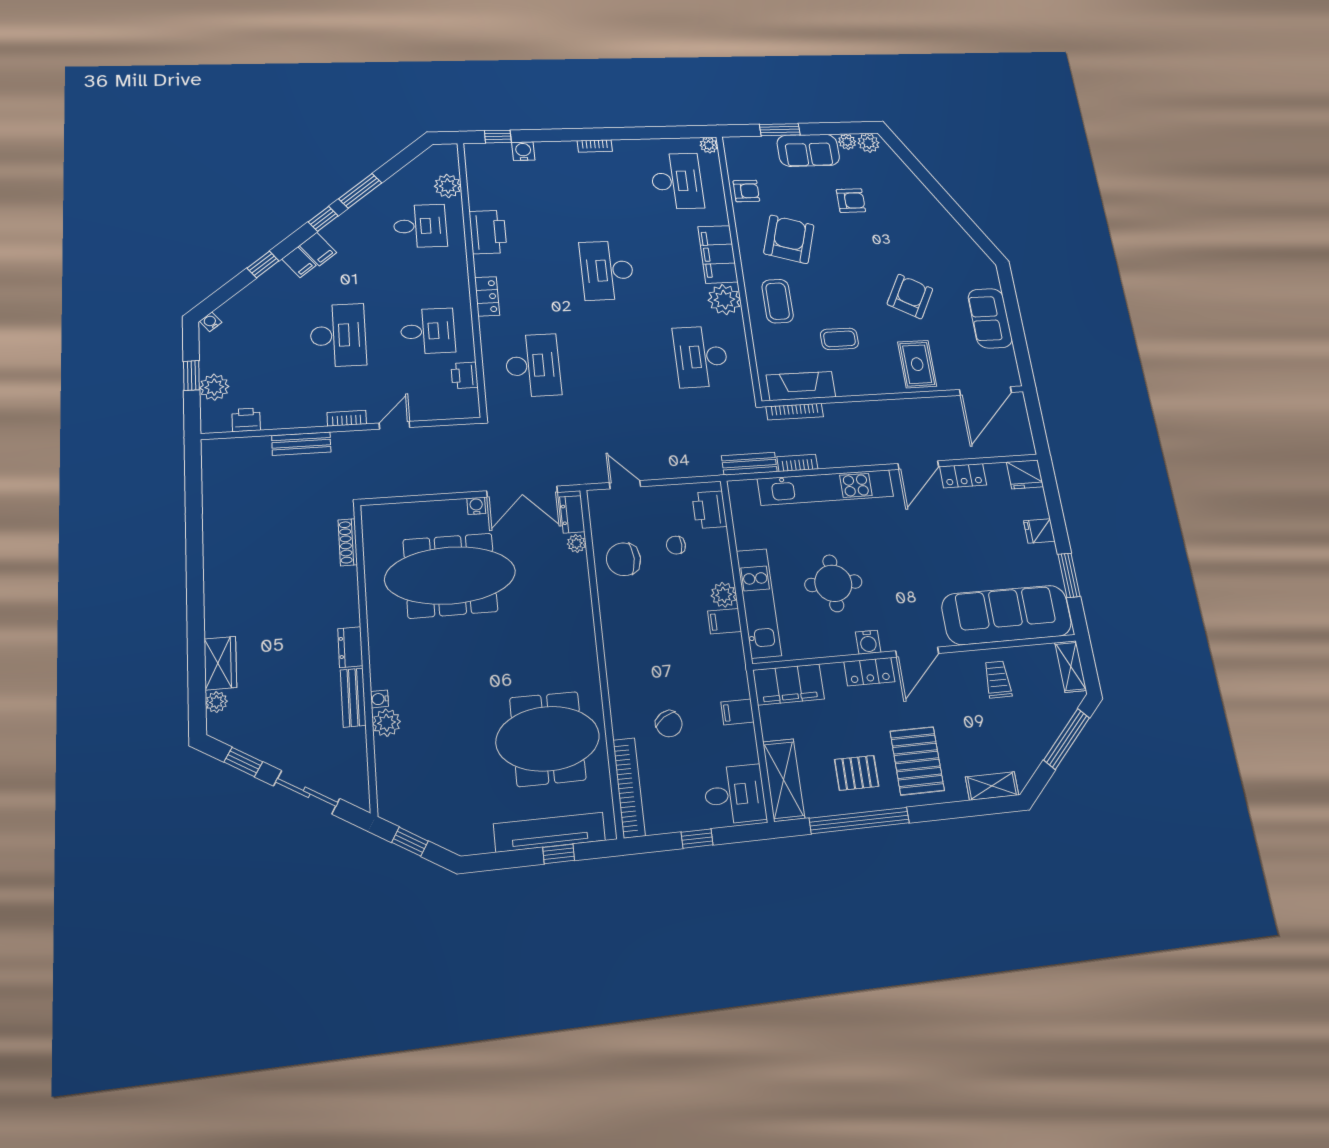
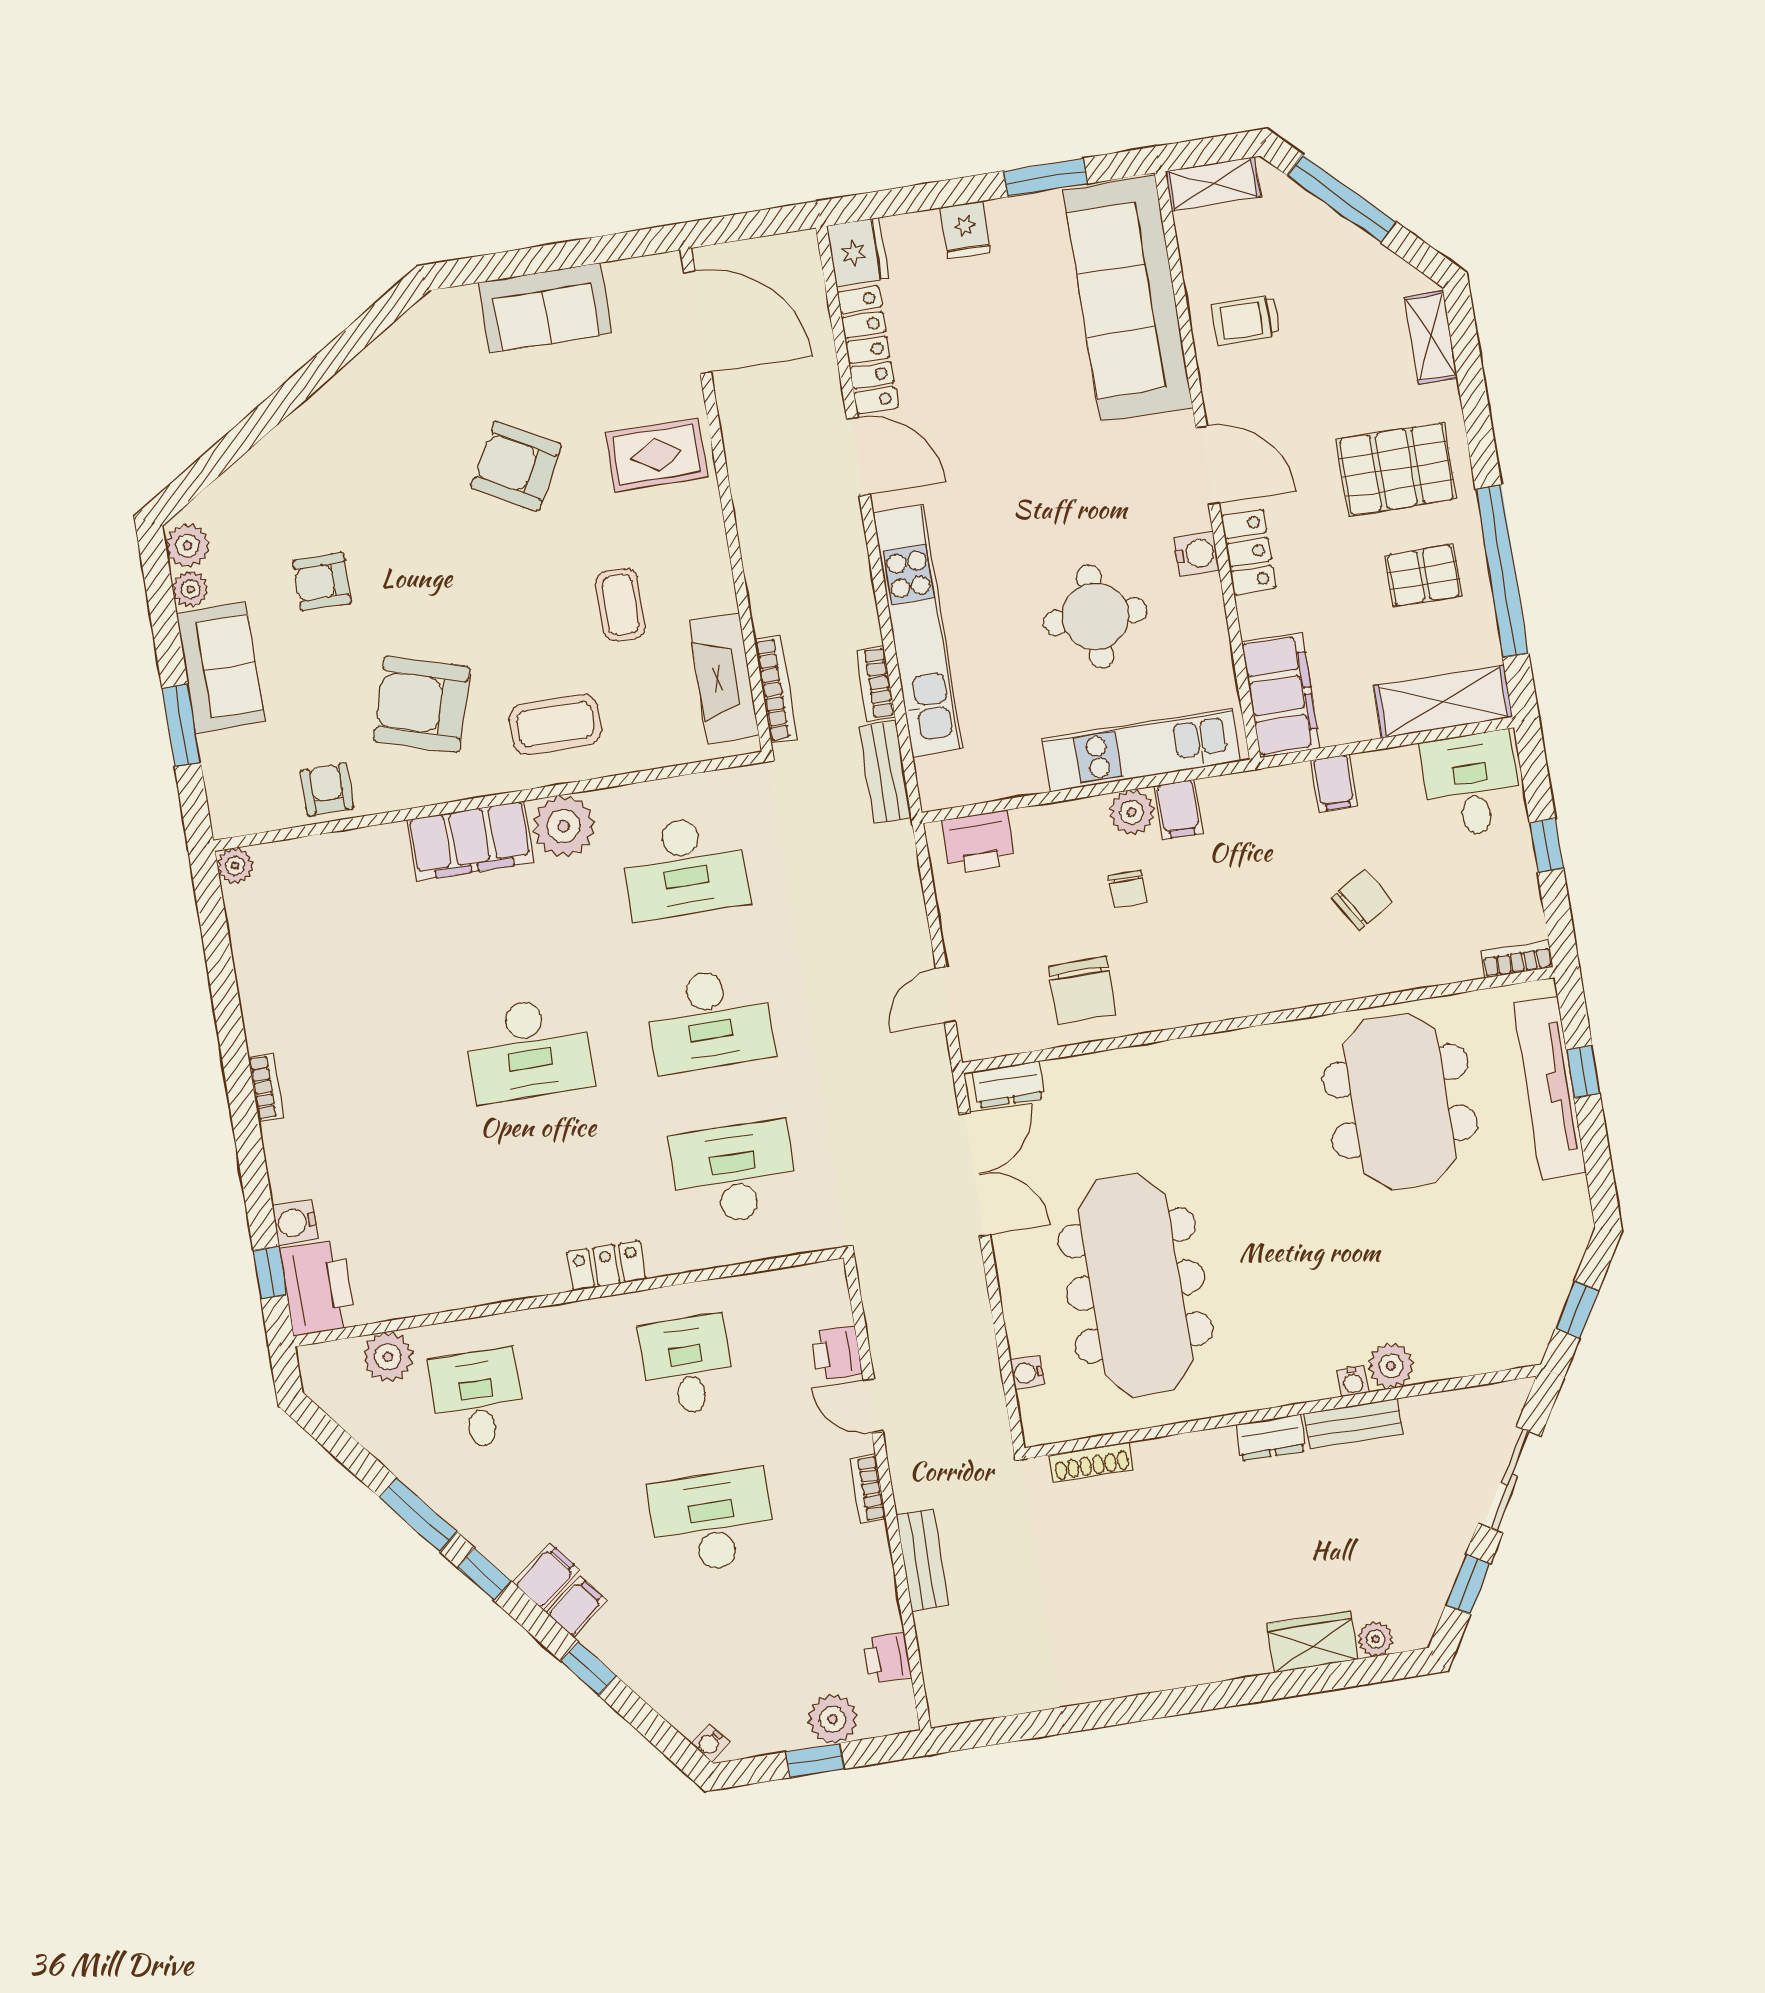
desk: (677, 181) -> (709, 1020), moved, turned 180
armchair: (851, 201) -> (322, 582), turned -90
printer: (488, 232) -> (318, 1287), moved, turned 90
printer: (464, 375) -> (837, 1353), moved, turned 90
locker: (963, 476) -> (868, 350), width x1.53
water cooler: (476, 506) -> (1027, 1373), moved
plant: (577, 543) -> (1061, 1074), removed
chair: (676, 545) -> (1128, 889), moved
pallet: (857, 773) -> (1423, 576), turned 90
bookcase: (629, 788) -> (1517, 959), width x0.43, depth x0.76

